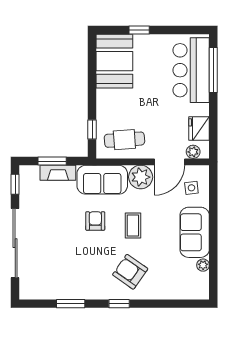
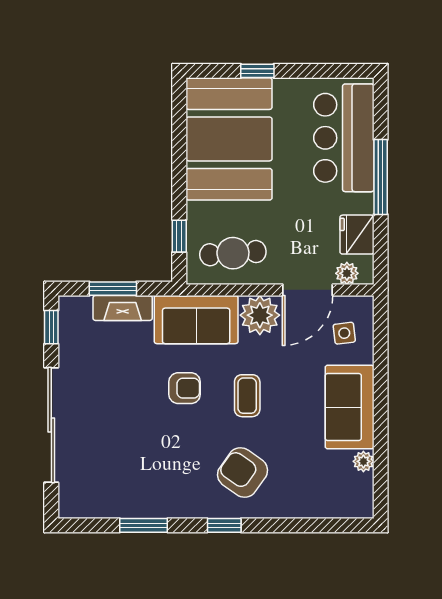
booth: (114, 61) -> (229, 139), width x1.36, depth x1.42
window: (213, 70) -> (381, 177), moved
armchair: (95, 221) -> (185, 388), turned 90

